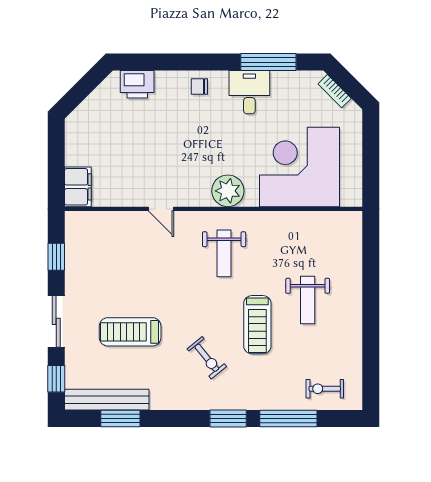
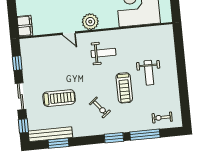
plant: (228, 191) -> (90, 22), moved
weight bench: (224, 253) -> (103, 53), turned -90
treadmill: (130, 332) -> (59, 98), turned 180

